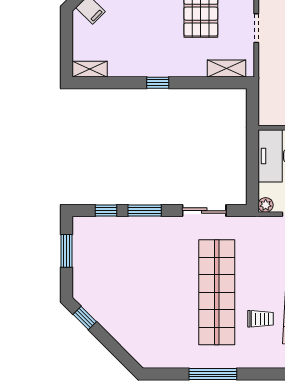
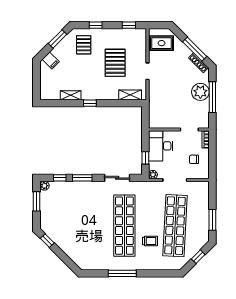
shelving: (90, 69) -> (71, 95), moved
window: (253, 176) -> (145, 158), added
plant: (80, 224) -> (44, 186), added

